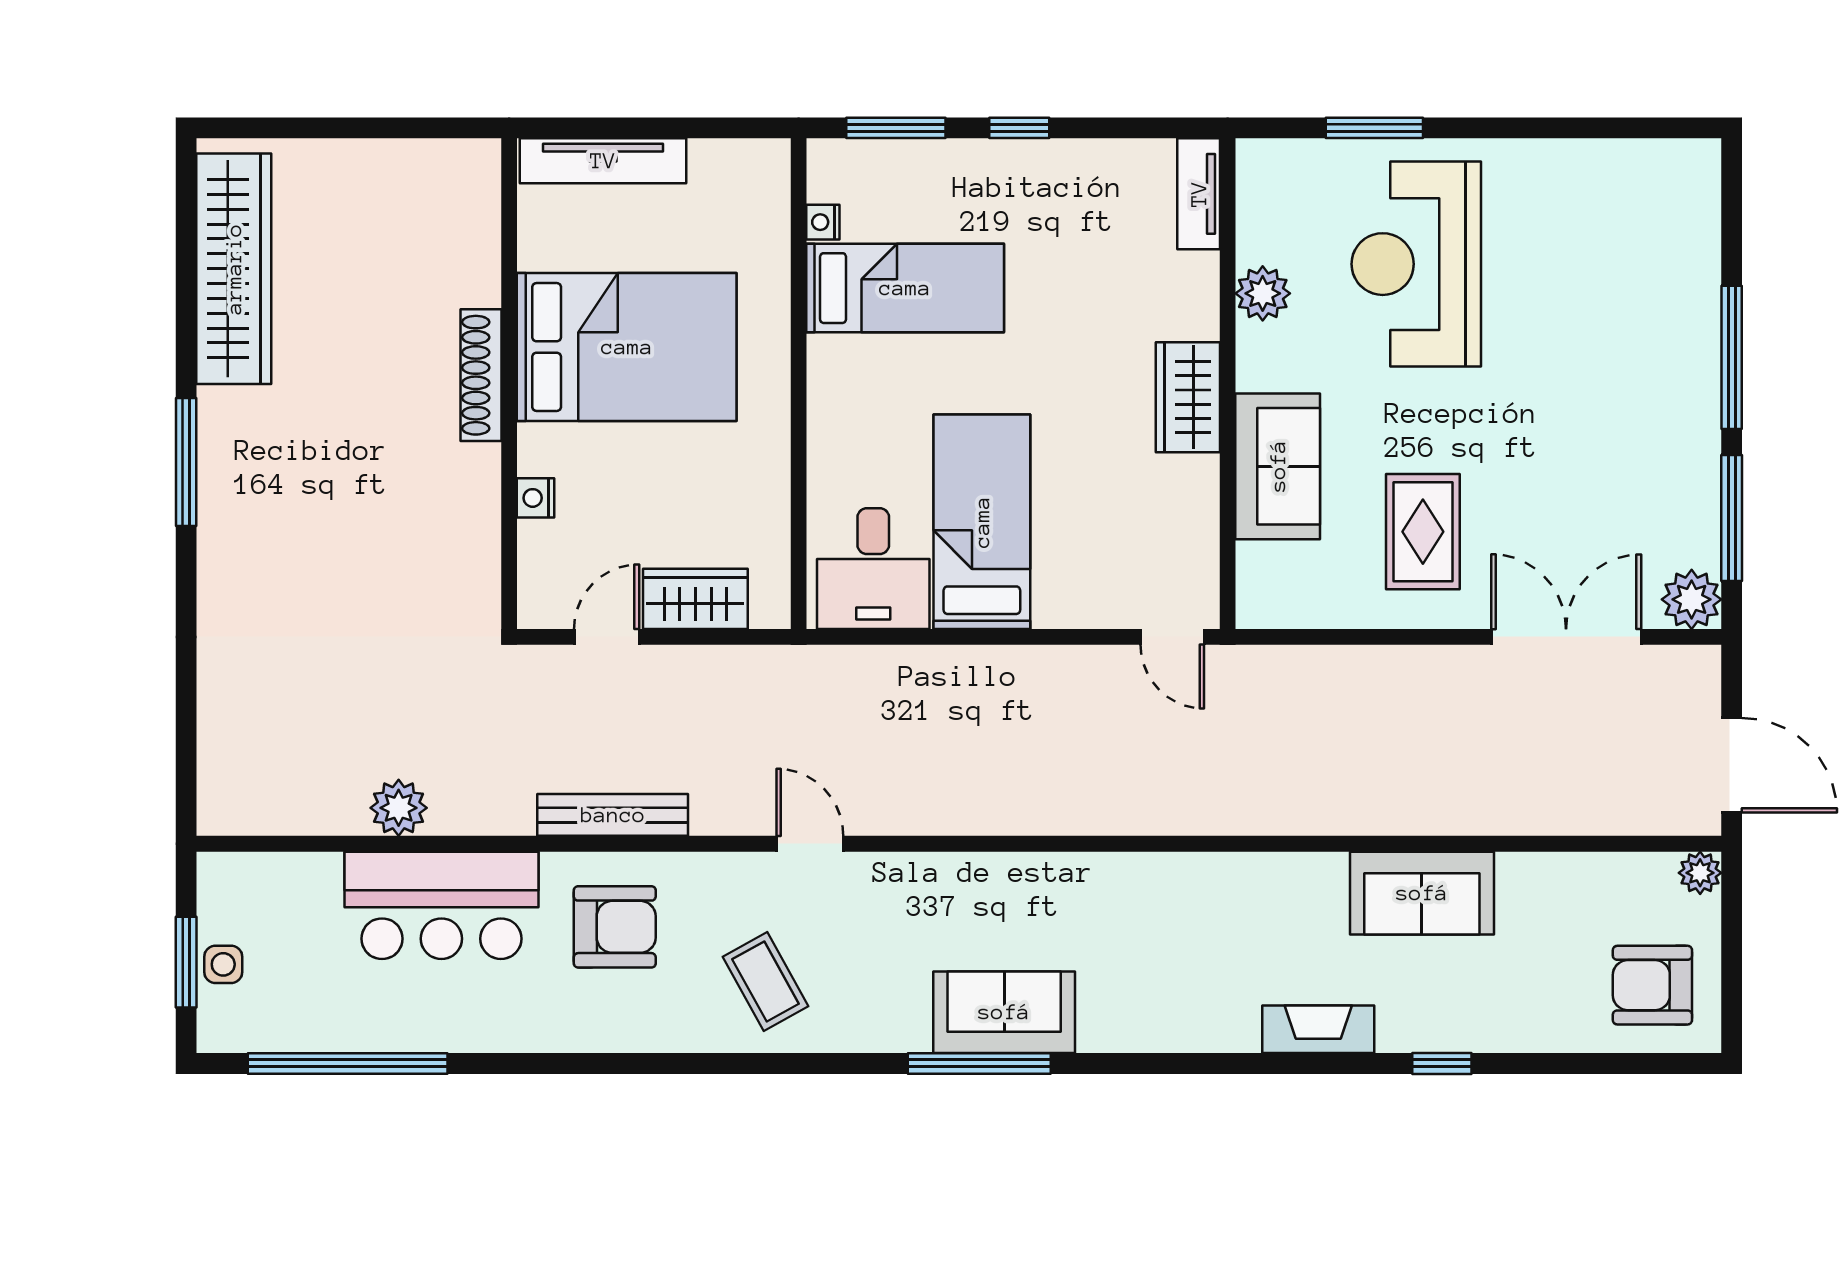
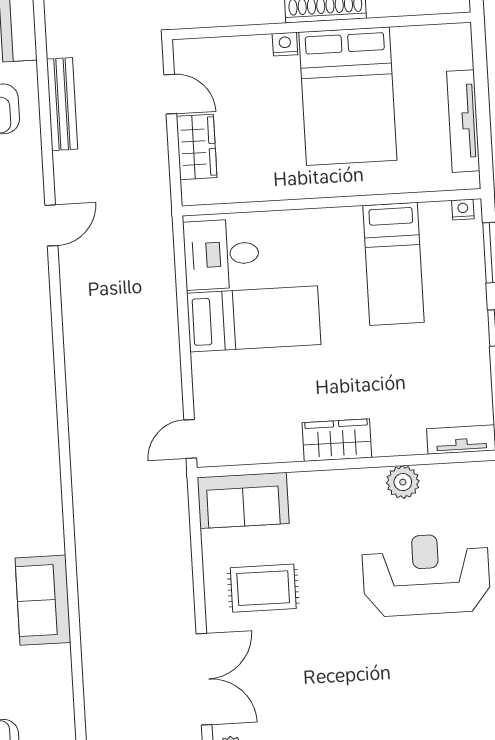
tv unit: (603, 161) -> (463, 121), moved
nightstand: (823, 222) -> (463, 210), moved
sofa: (1278, 466) -> (243, 500), moved
nightstand: (536, 498) -> (285, 44), moved

